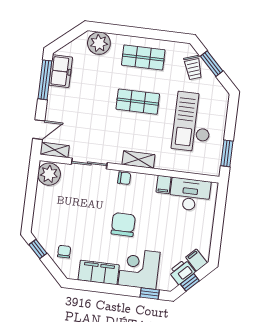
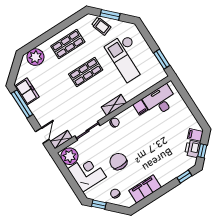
chair: (123, 225) -> (118, 162), moved
corner desk: (139, 269) -> (87, 173), moved, turned 90

